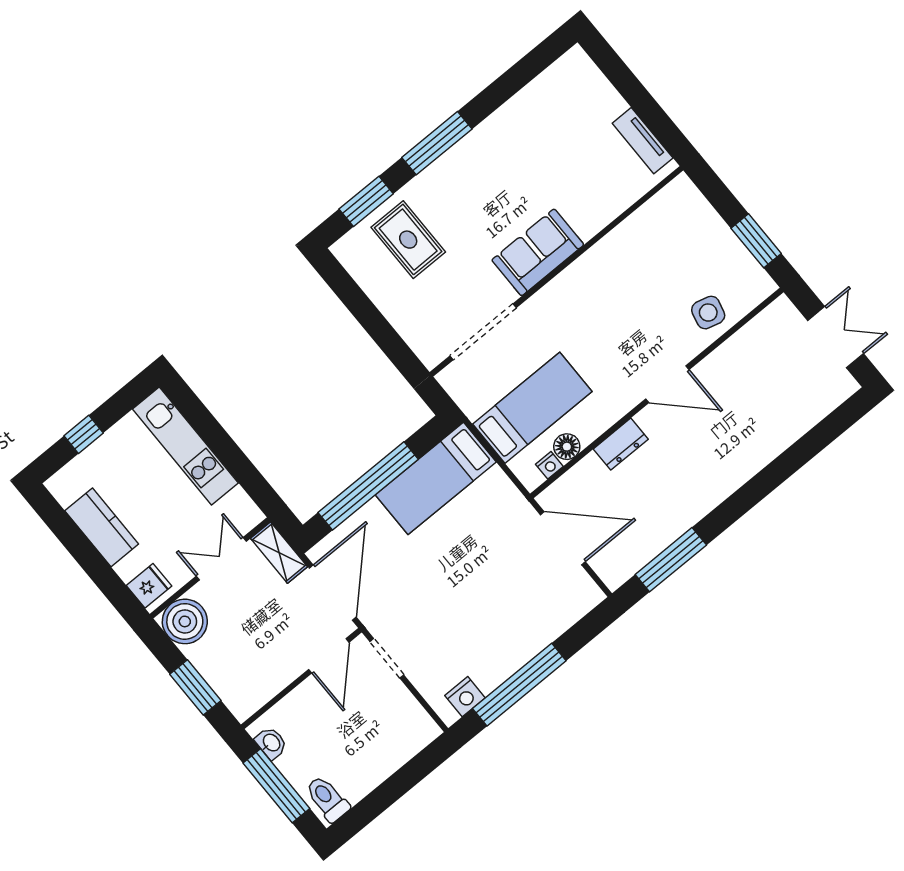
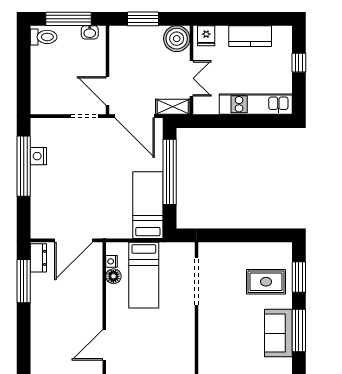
sofa: (538, 252) -> (278, 333), moved, turned 180
dresser: (621, 444) -> (38, 258), moved, turned 180
nightstand: (465, 697) -> (38, 156), moved

